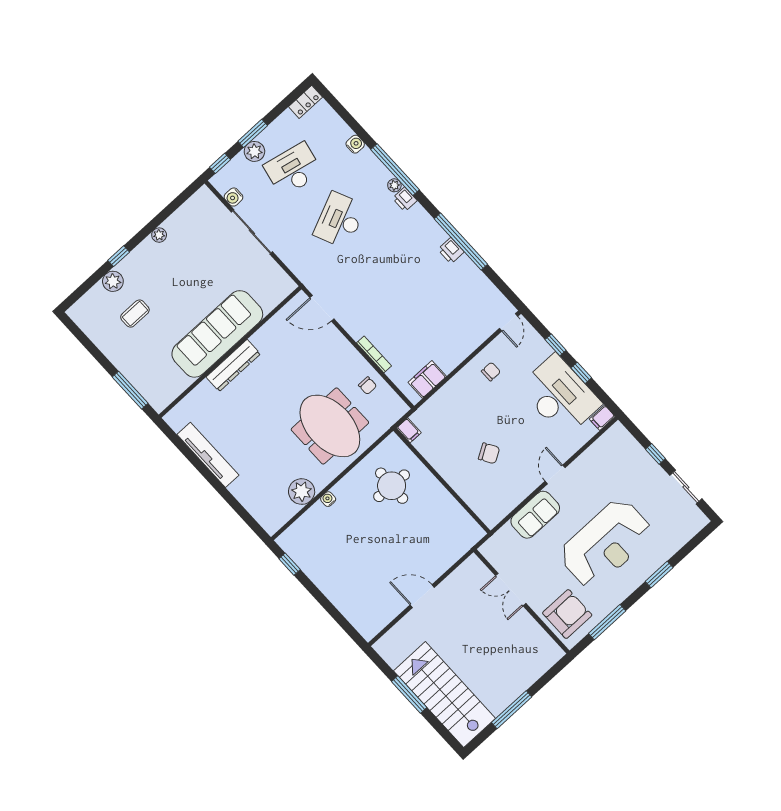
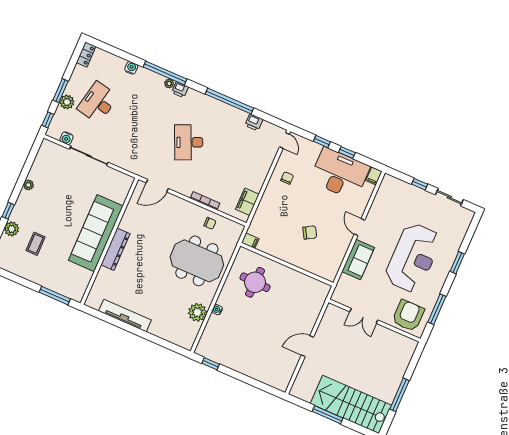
desk: (340, 220) -> (189, 142), moved
printer: (451, 251) -> (254, 122), moved

